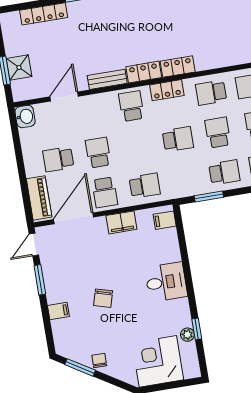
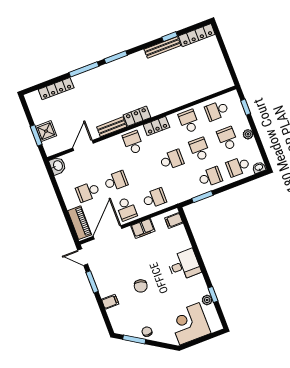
locker: (178, 67) -> (161, 107), removed
school desk: (211, 93) -> (189, 121), turned 90
school desk: (98, 153) -> (116, 181), turned 90
door: (34, 244) -> (83, 257), hinge flipped

